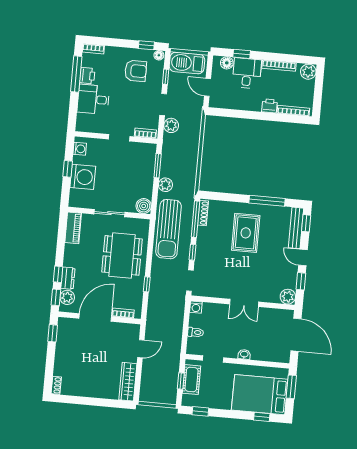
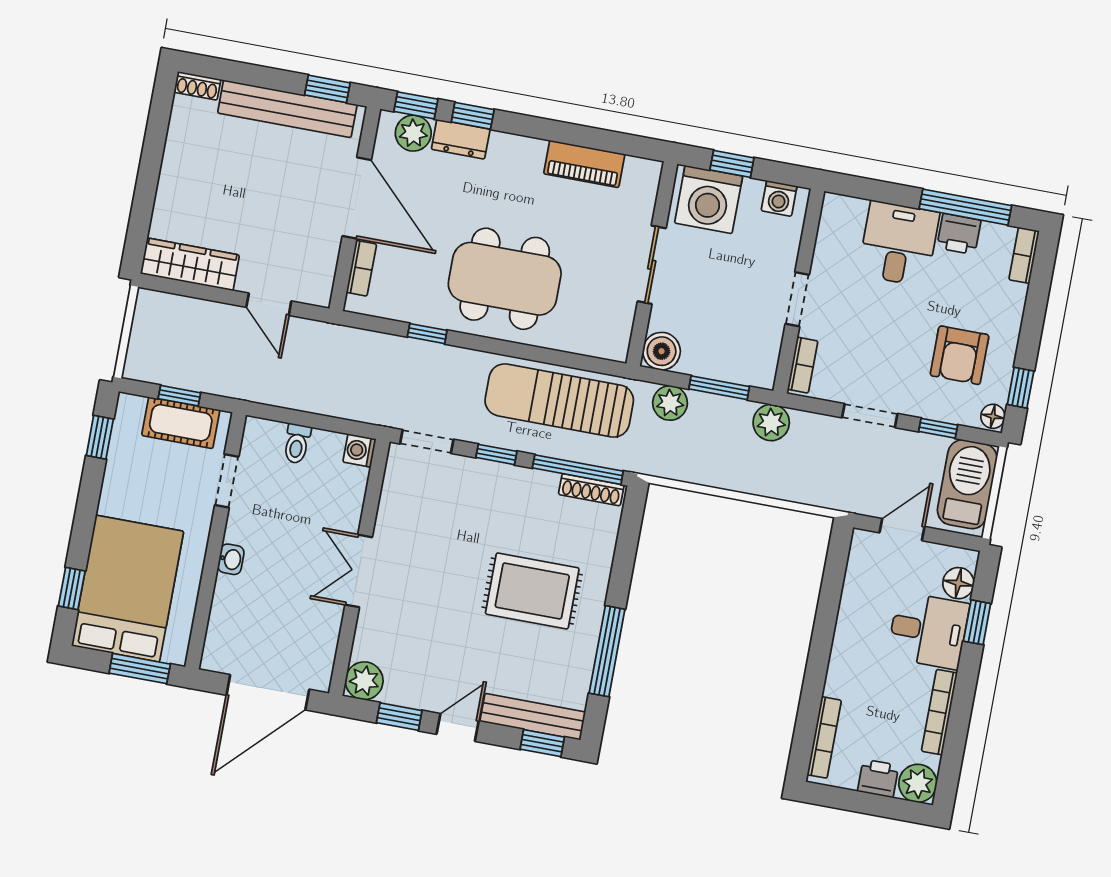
printer: (269, 106) -> (878, 778), moved, turned -90
plant: (171, 125) -> (771, 423), moved
boiler: (144, 206) -> (662, 351), moved
sliding door: (109, 213) -> (652, 265), moved
wall: (109, 213) -> (652, 264), moved
bench: (62, 349) -> (287, 109), added

